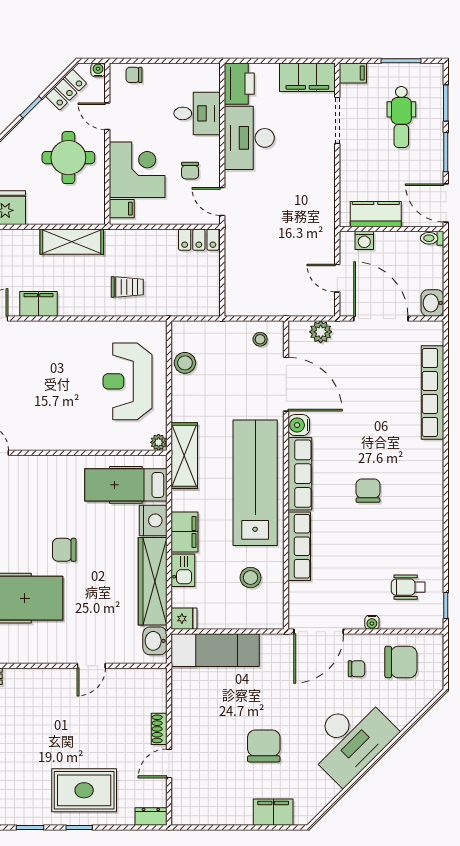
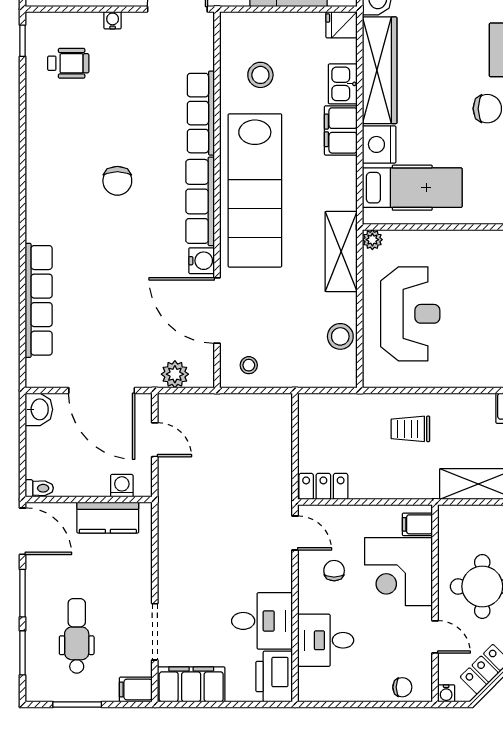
desk: (249, 138) -> (262, 621), width x0.73
shelving: (184, 456) -> (341, 252), moved

